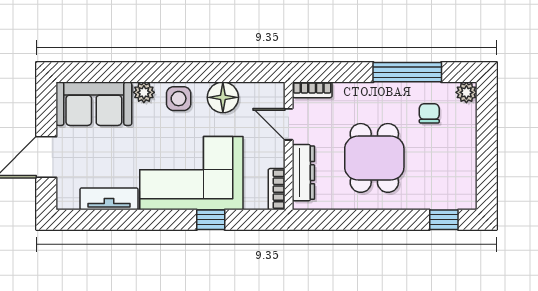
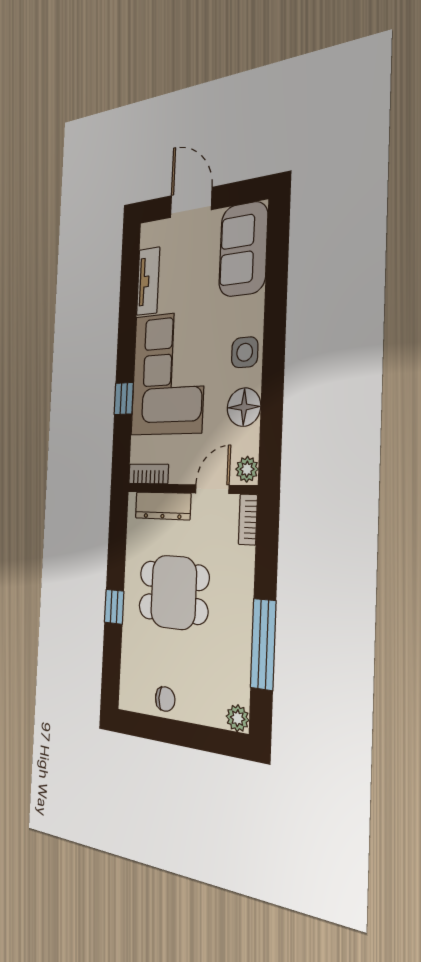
plant: (144, 92) -> (247, 469), moved
chair: (429, 113) -> (165, 699), moved
window: (444, 220) -> (114, 607), moved

